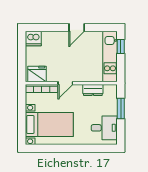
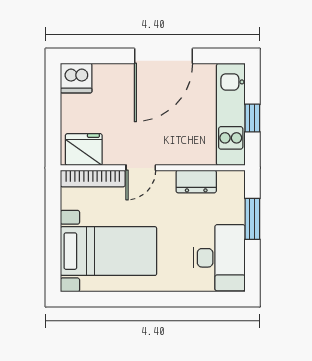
door: (77, 28) -> (163, 56), width x1.88
window: (121, 47) -> (252, 118), moved
desk: (104, 128) -> (219, 258), width x1.37

